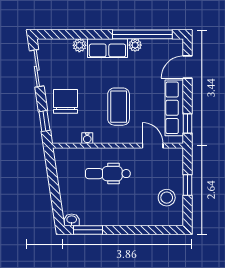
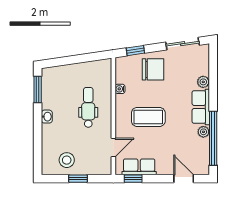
row of seats: (174, 108) -> (139, 167), width x0.68
washbasin: (72, 220) -> (47, 117), moved

